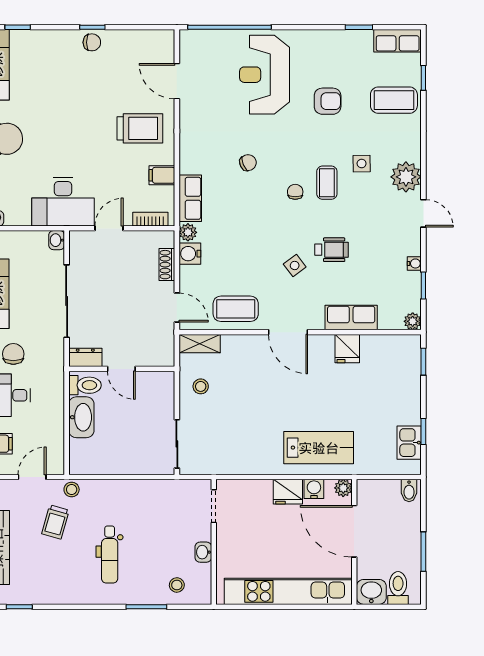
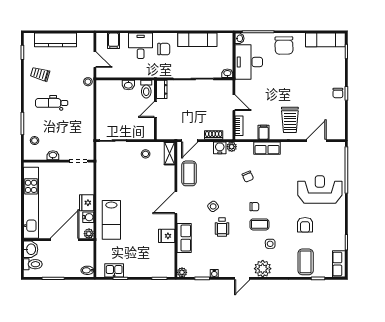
chair: (248, 163) -> (248, 177), moved
row of seats: (190, 198) -> (267, 148), moved
desk: (63, 202) -> (249, 62), moved
washbasin: (81, 417) -> (128, 85), width x0.52, depth x0.69
trolley: (55, 522) -> (40, 74), moved

